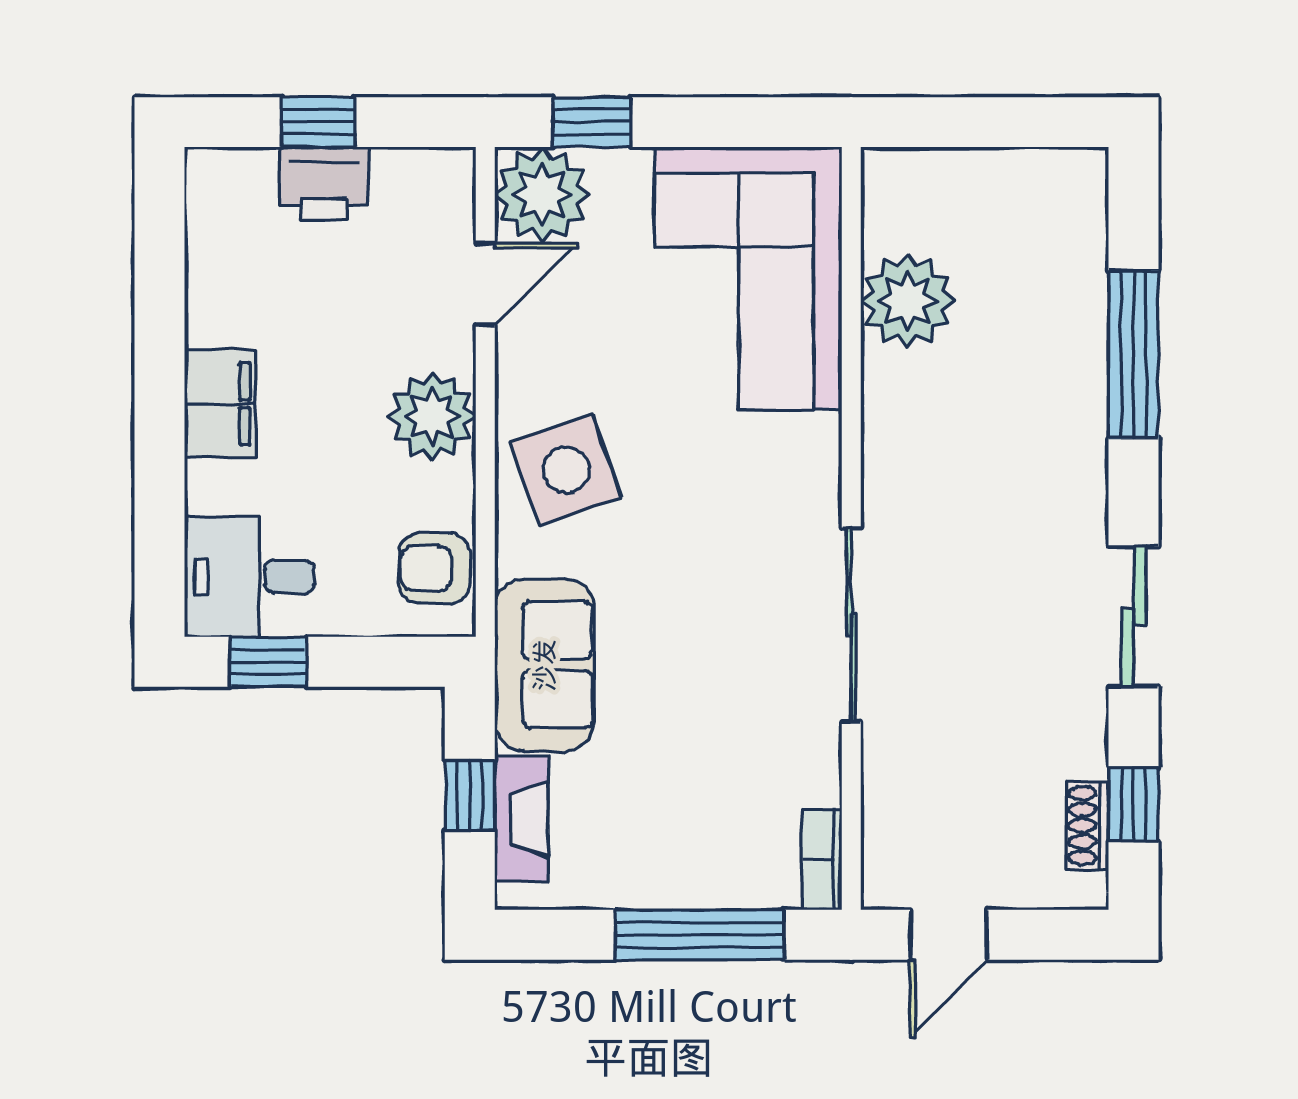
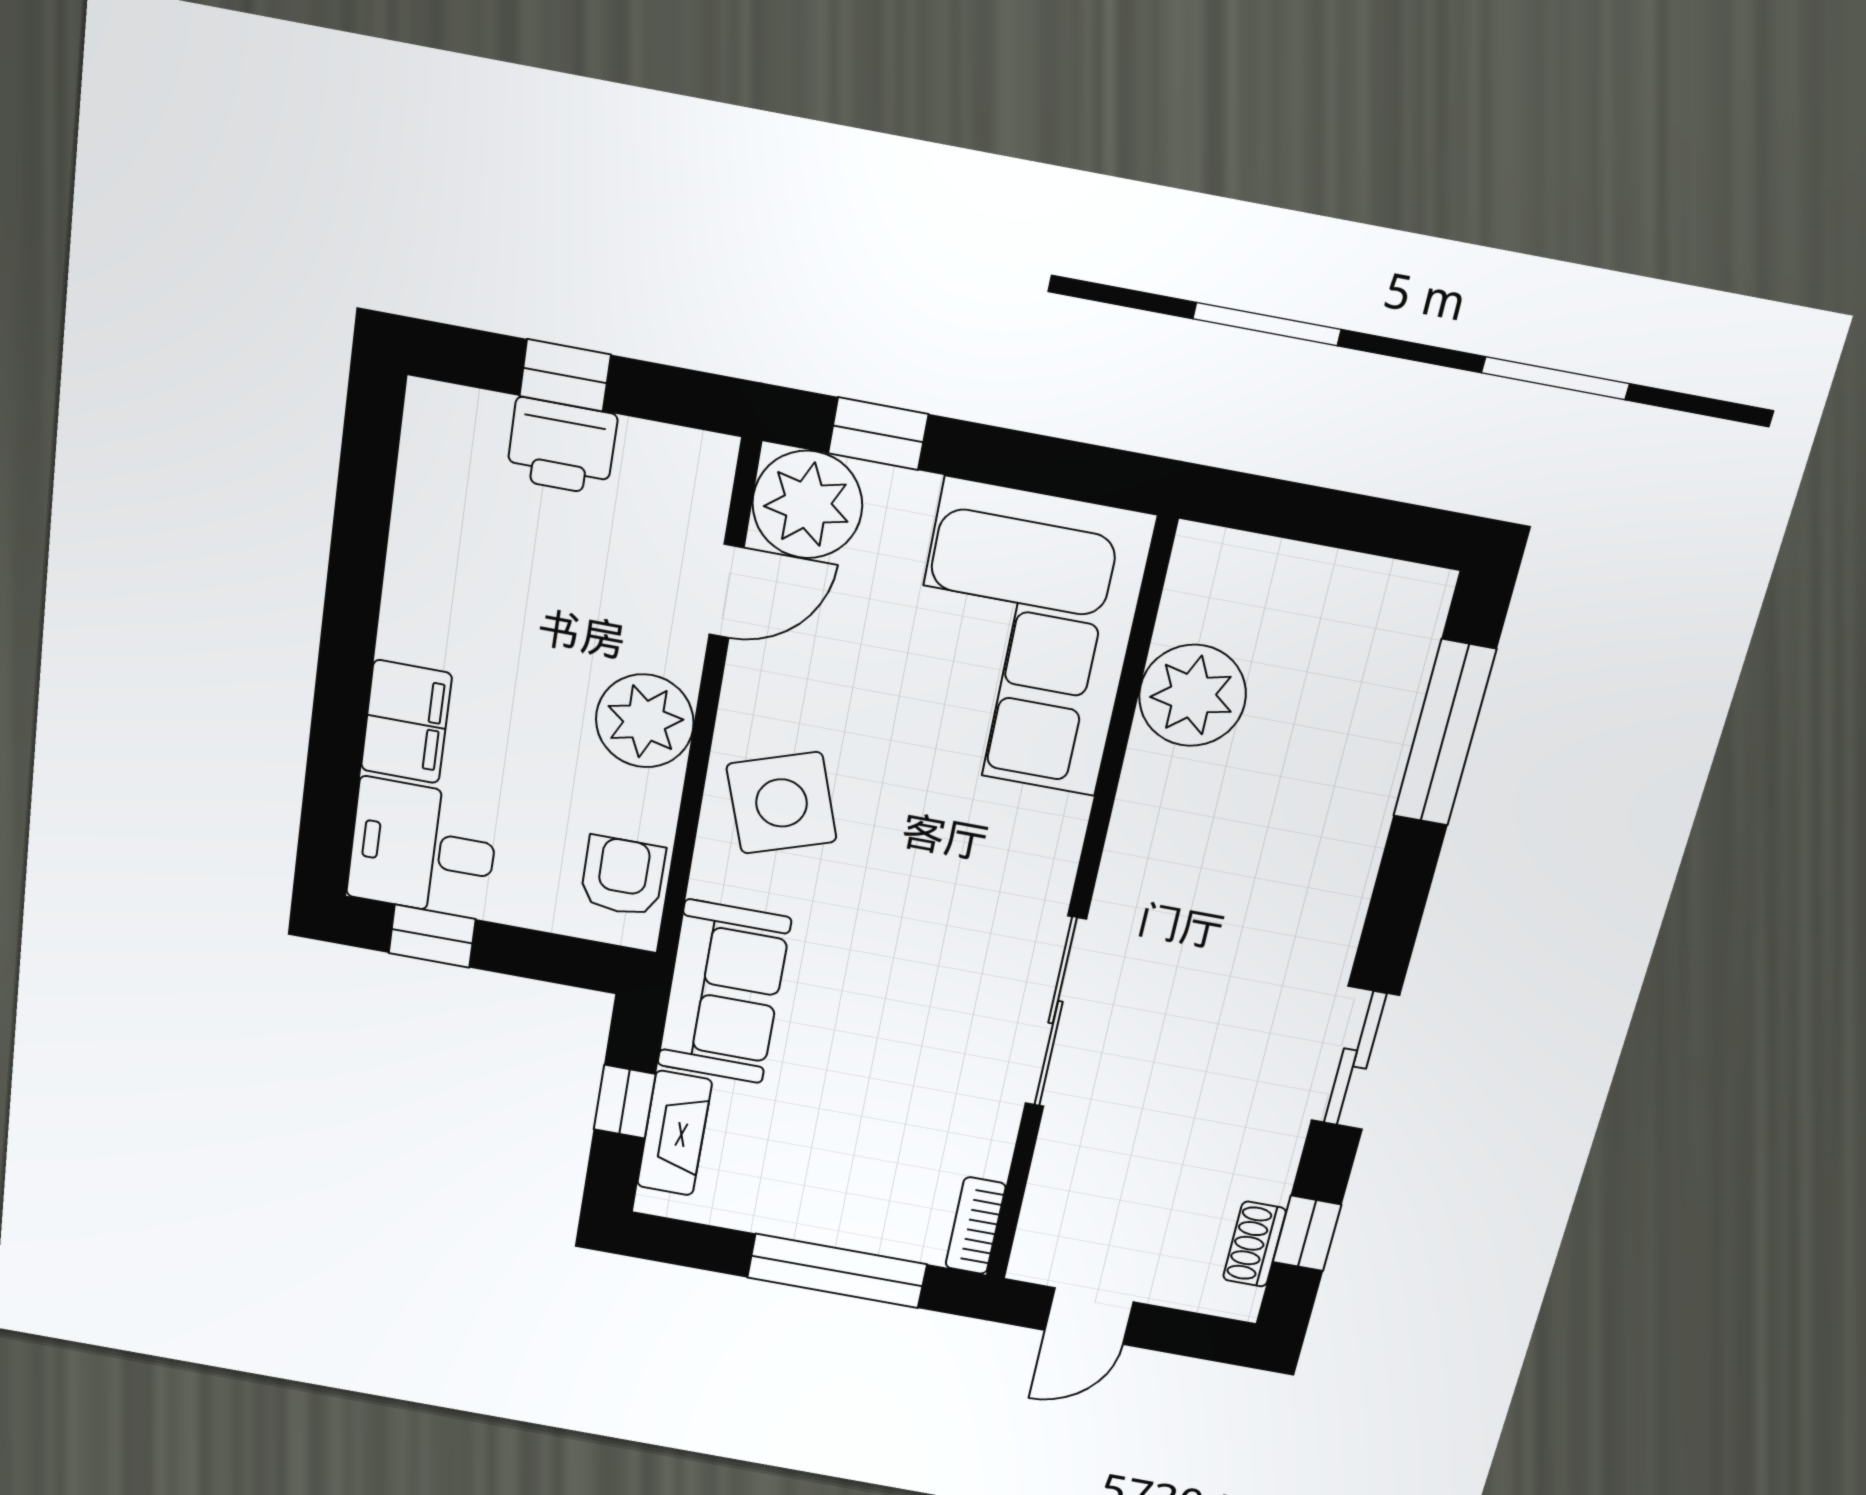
window: (1133, 354) -> (1444, 733), moved
filing cabinet: (220, 404) -> (406, 722), moved
armchair: (434, 568) -> (623, 876), turned 90

